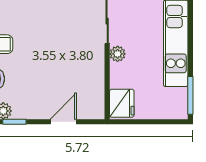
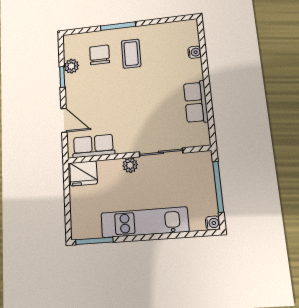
row of seats: (94, 91) -> (93, 146), added

